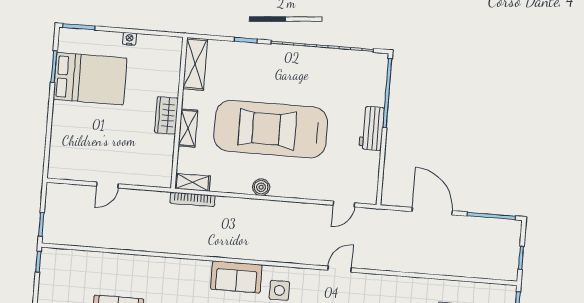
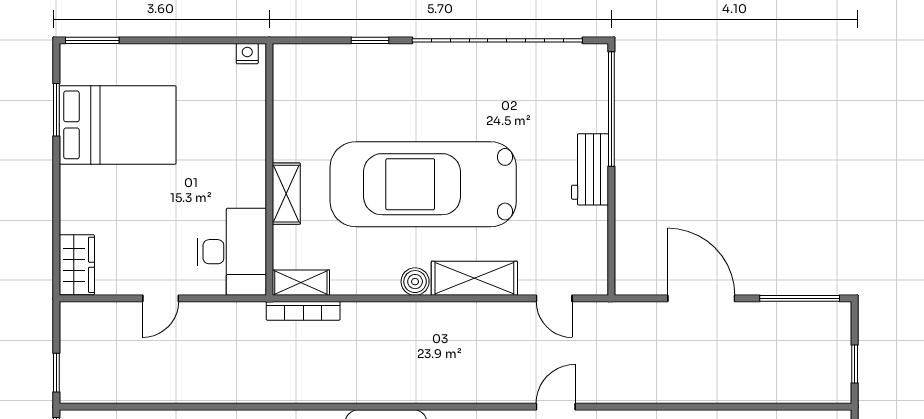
nightstand: (130, 39) -> (247, 54), moved
shelving: (195, 64) -> (474, 278), moved, turned 90
wardrobe: (166, 115) -> (77, 265), moved, turned 180
desk: (153, 160) -> (232, 252), added
door: (344, 204) -> (554, 298), hinge flipped

